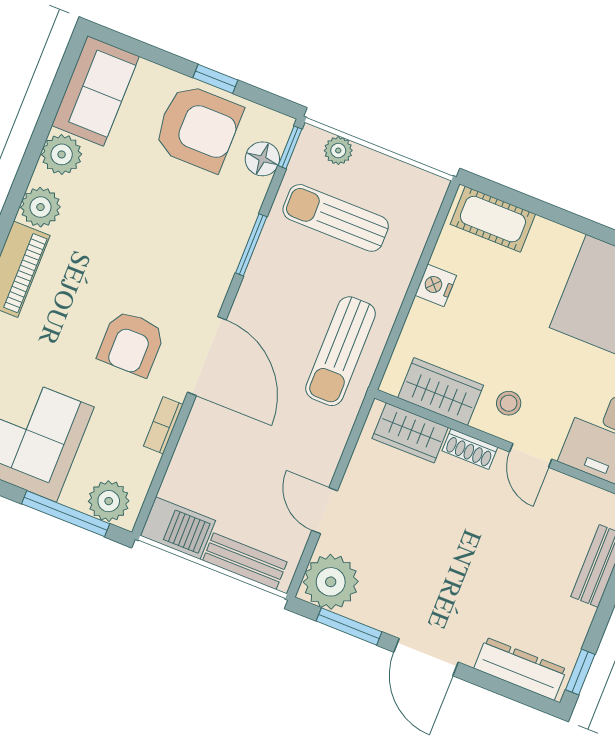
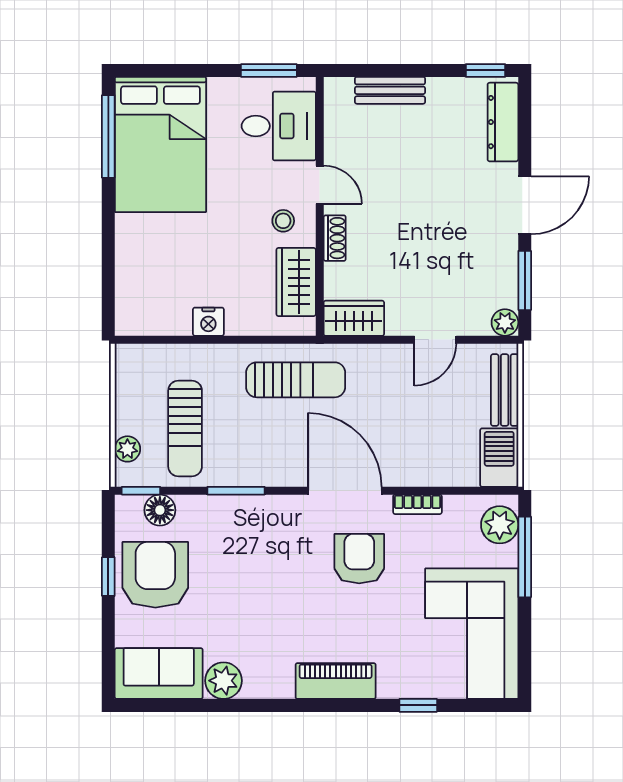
plant: (40, 207) -> (275, 681), removed
cot: (493, 219) -> (133, 296), removed
armchair: (131, 343) -> (359, 559), turned -90
door: (207, 356) -> (345, 491), hinge flipped
wardrobe: (410, 433) -> (354, 318), moved, turned -90
door: (531, 455) -> (320, 185), hinge flipped
plant: (331, 582) -> (505, 322), width x0.53, depth x0.53

